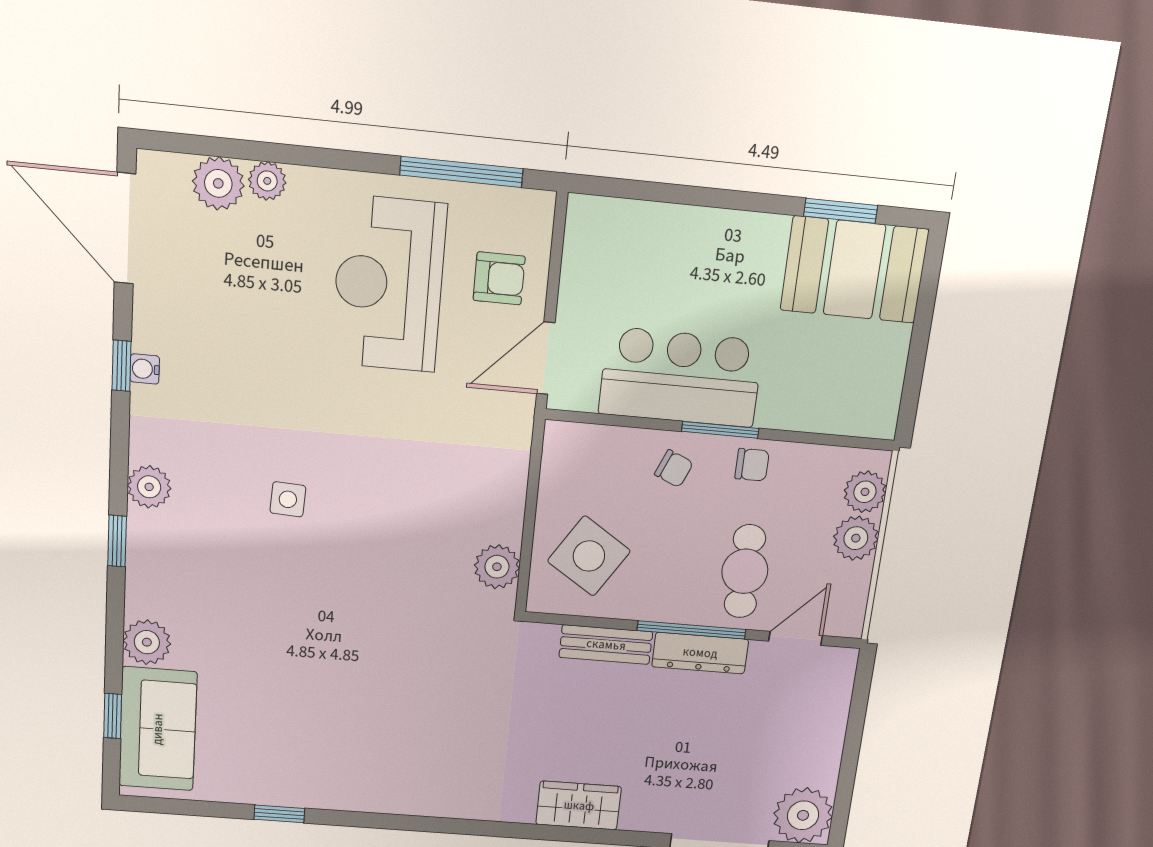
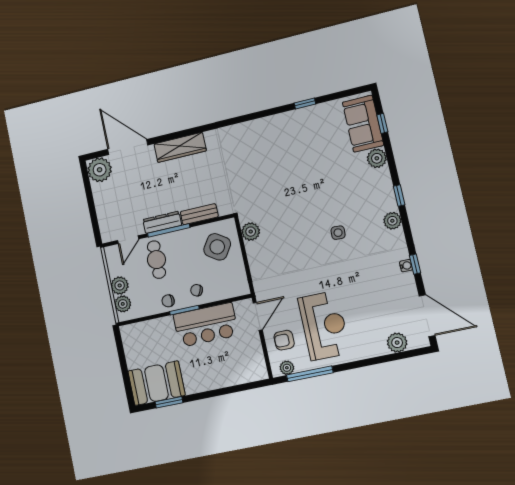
plant: (267, 181) -> (287, 368), moved
wardrobe: (579, 806) -> (180, 147), width x1.50

